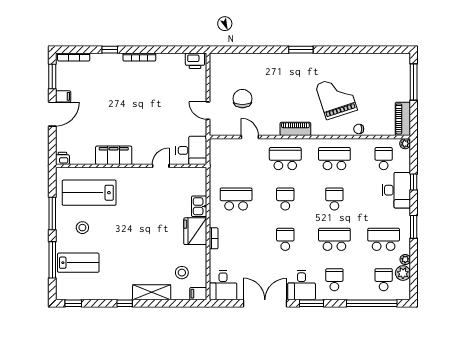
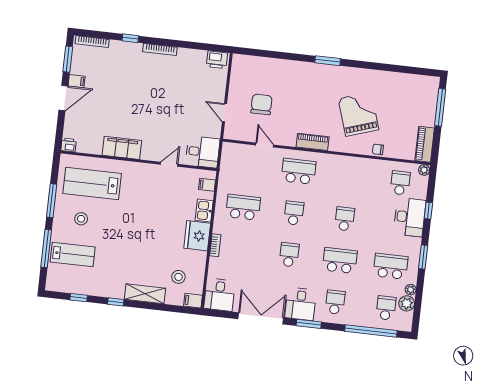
school desk: (334, 159) -> (349, 177), removed
filing cabinet: (199, 181) -> (207, 185), added
window: (73, 303) -> (79, 298), moved

